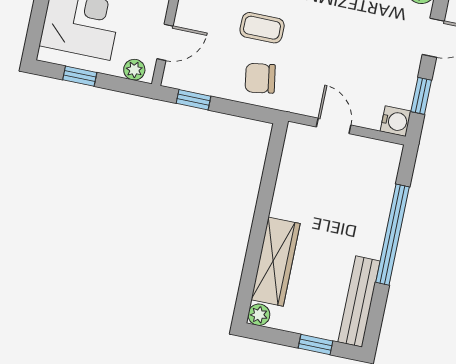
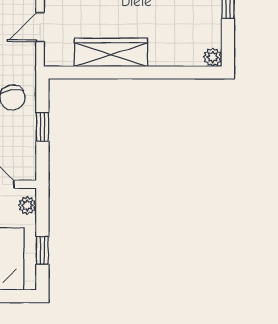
window: (193, 100) -> (42, 127), moved
wardrobe: (276, 262) -> (111, 52), moved

